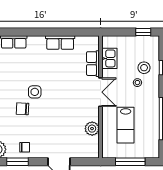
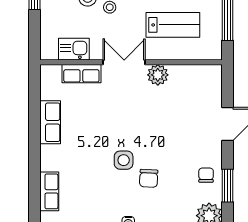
plant: (92, 129) -> (158, 75), moved

